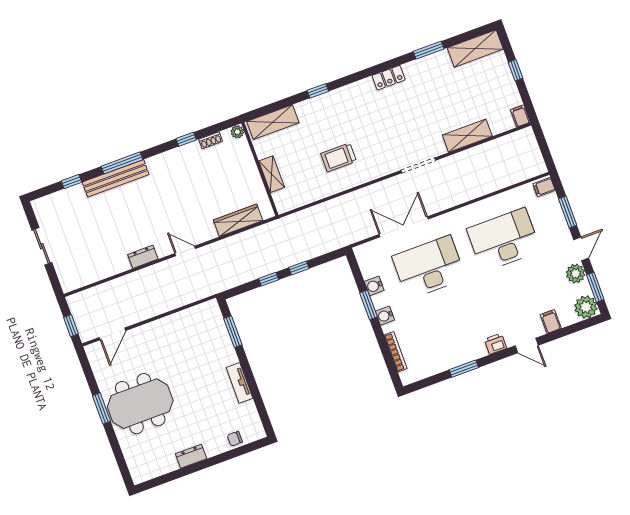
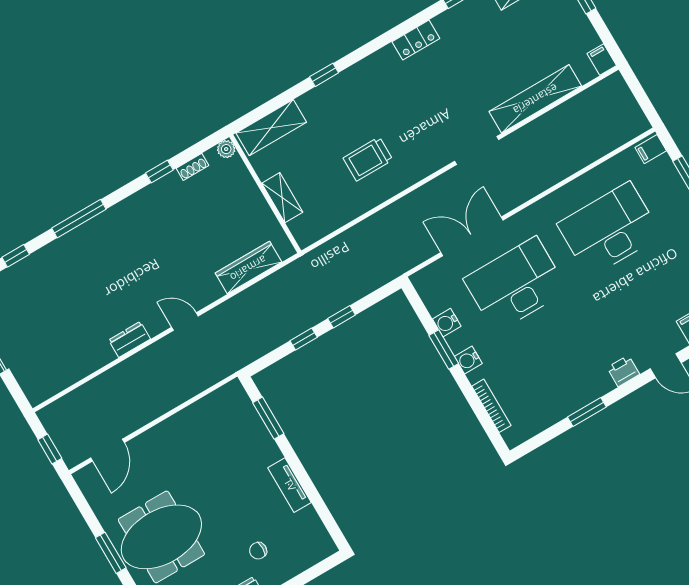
shelving: (467, 136) -> (535, 99), width x1.47
bench: (116, 178) -> (74, 241), removed
chair: (235, 439) -> (258, 551), moved

